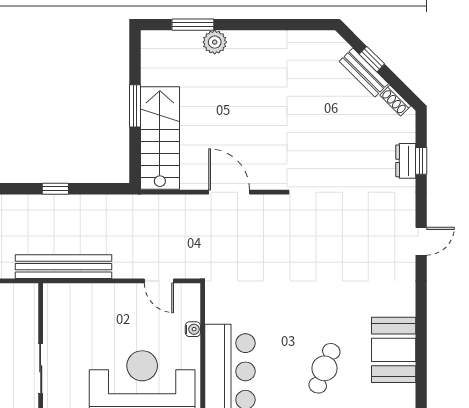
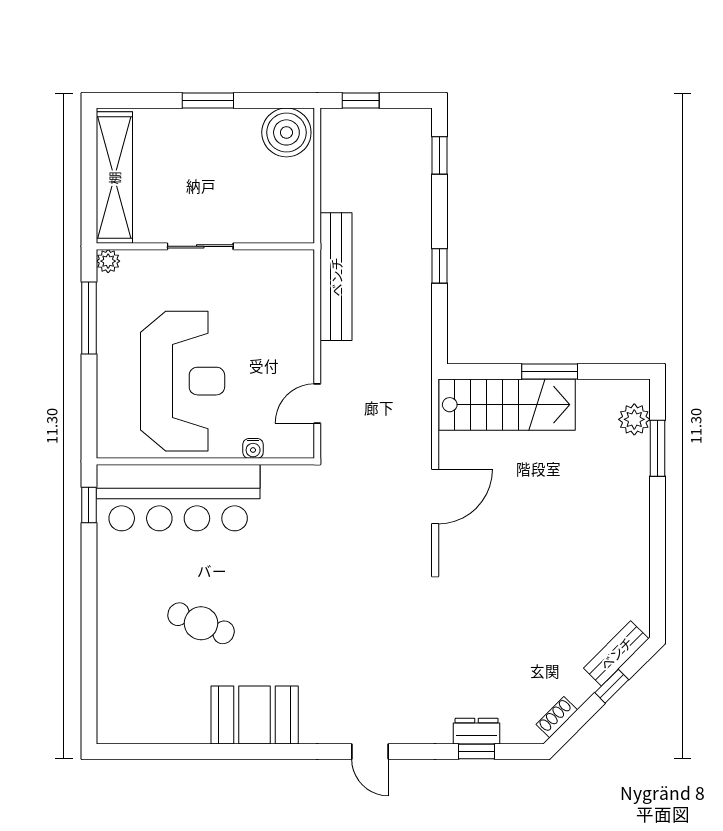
plant: (215, 42) -> (634, 419), moved
bench: (364, 72) -> (616, 653), moved
booth: (394, 350) -> (255, 715), moved

